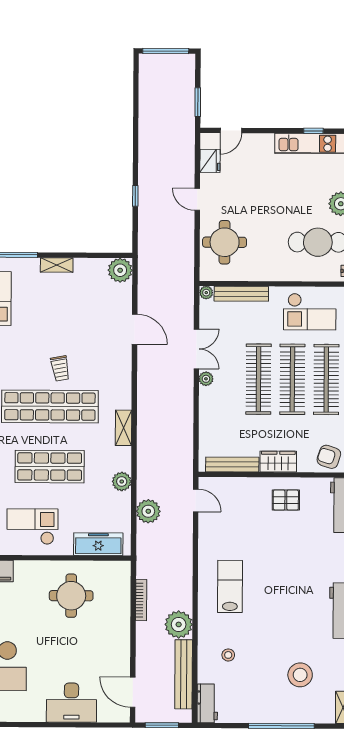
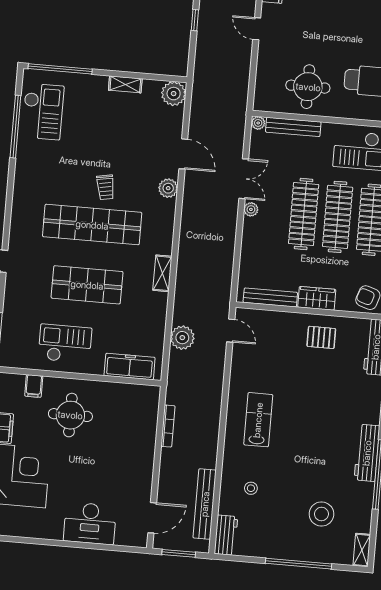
round table: (225, 242) -> (308, 87), moved
shelving: (57, 265) -> (125, 84), moved
shelving: (124, 428) -> (162, 273), moved
plant: (122, 481) -> (168, 188), moved
round table: (71, 596) -> (70, 415), moved
plant: (179, 624) -> (204, 454), removed
door: (133, 692) -> (152, 518), swing flipped

